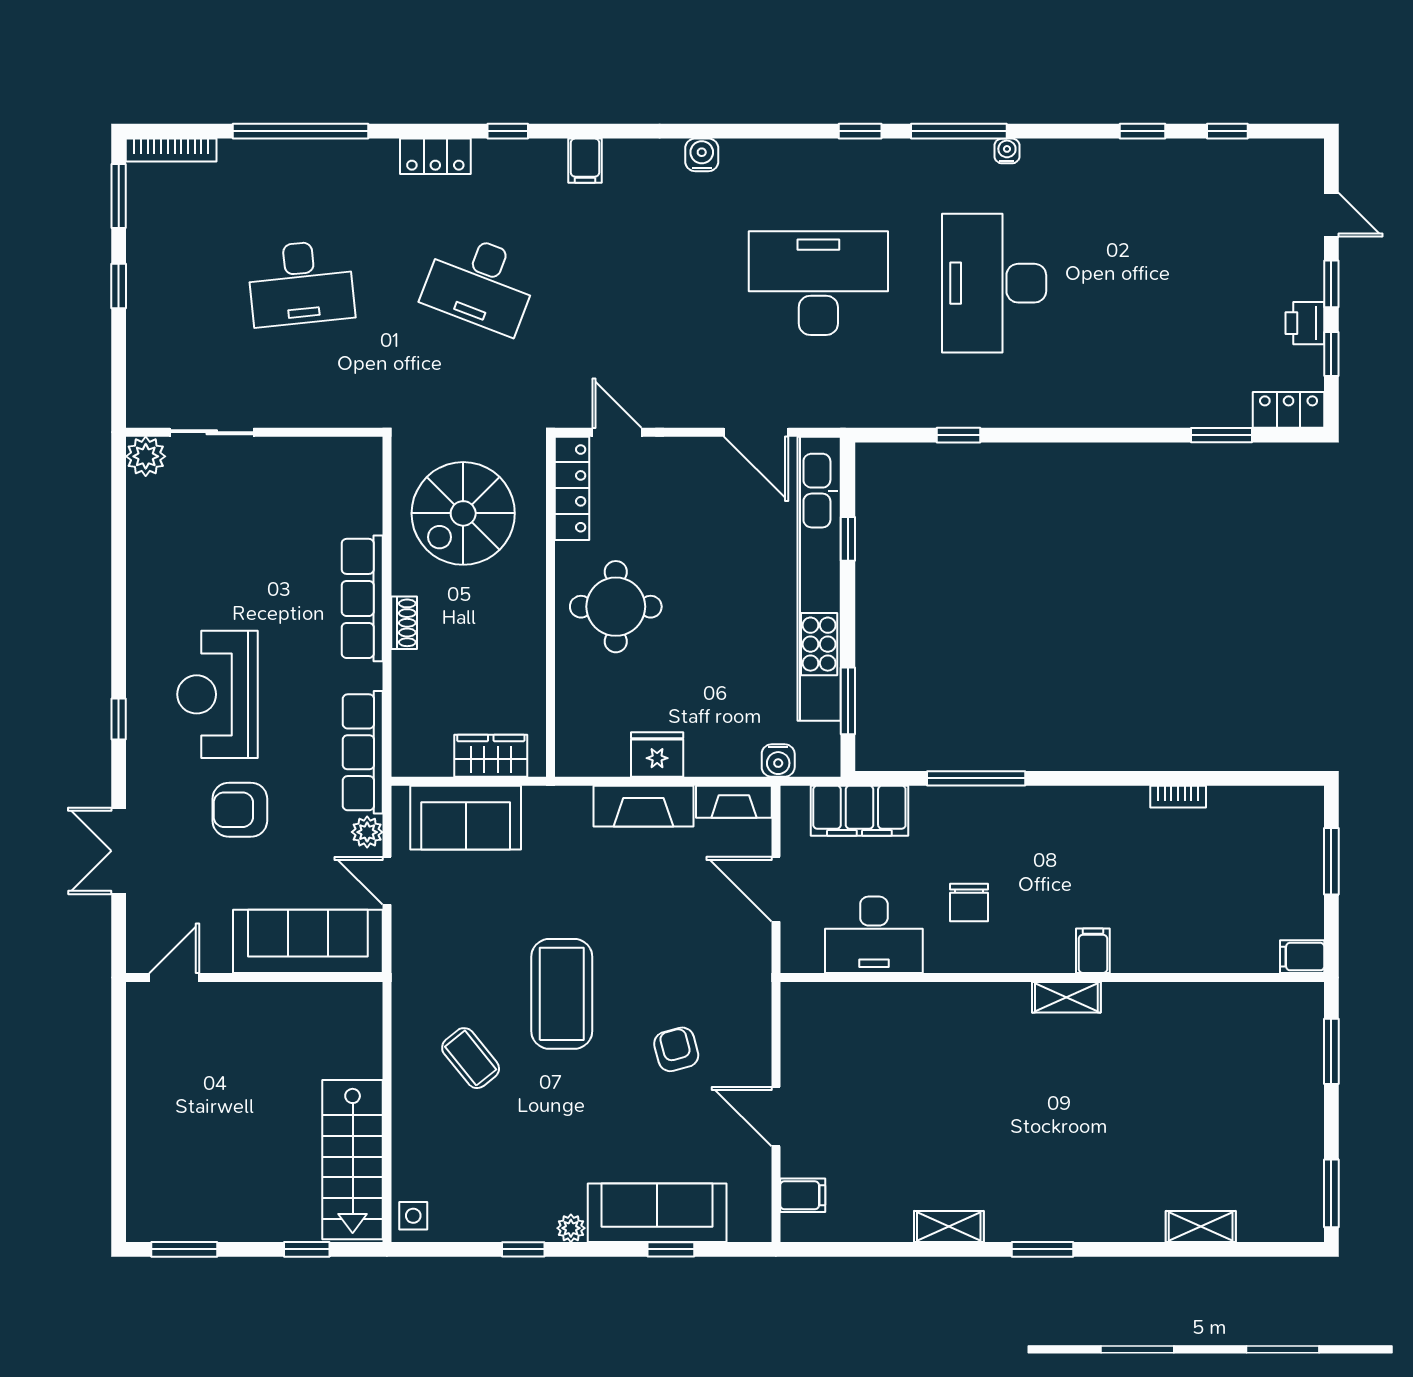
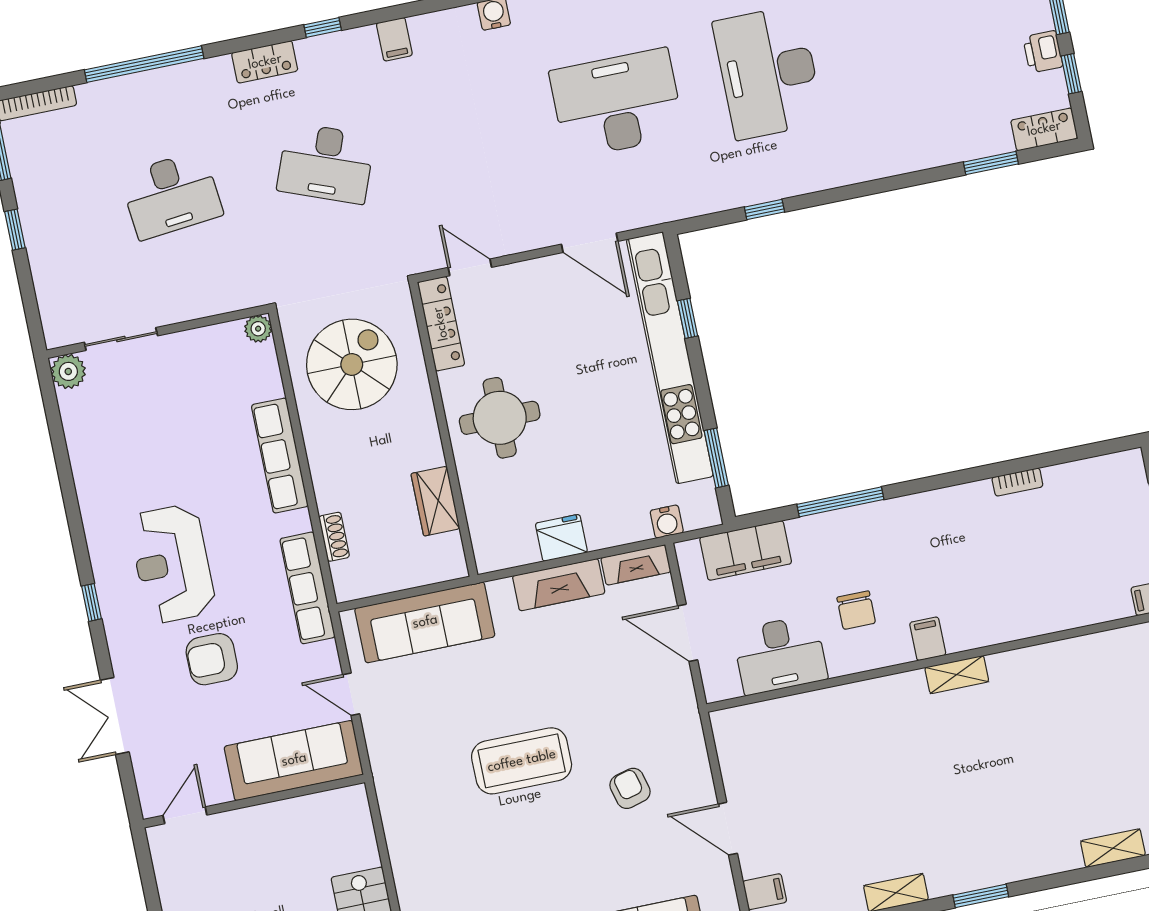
spiral stairs: (463, 513) -> (352, 364), turned 180
shoe rack: (404, 623) -> (334, 537), moved
wardrobe: (491, 756) -> (435, 501), moved, turned -90
sofa: (466, 818) -> (425, 622), width x1.36
plant: (367, 832) -> (258, 329), moved
filing cabinet: (1093, 951) -> (928, 639), moved
coffee table: (562, 994) -> (522, 761), turned 90
coffee table: (471, 1058) -> (454, 832), removed

